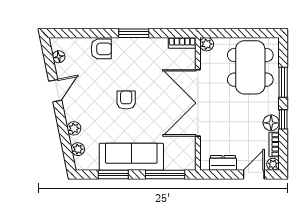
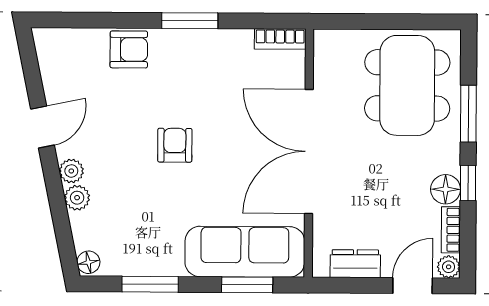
plant: (207, 44) -> (326, 42), removed
floor lamp: (59, 57) -> (88, 262), moved
plant: (78, 149) -> (71, 171), moved
sofa: (131, 157) -> (245, 252), moved
window: (165, 174) -> (247, 285), width x0.69

